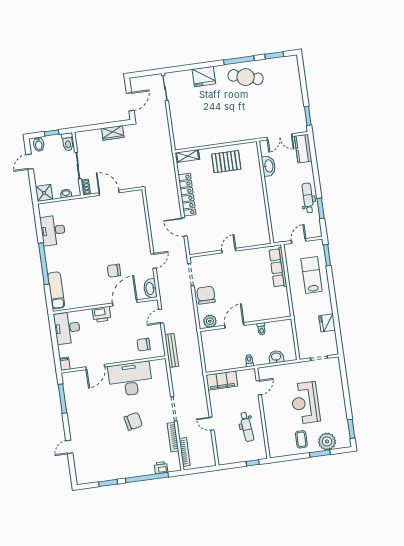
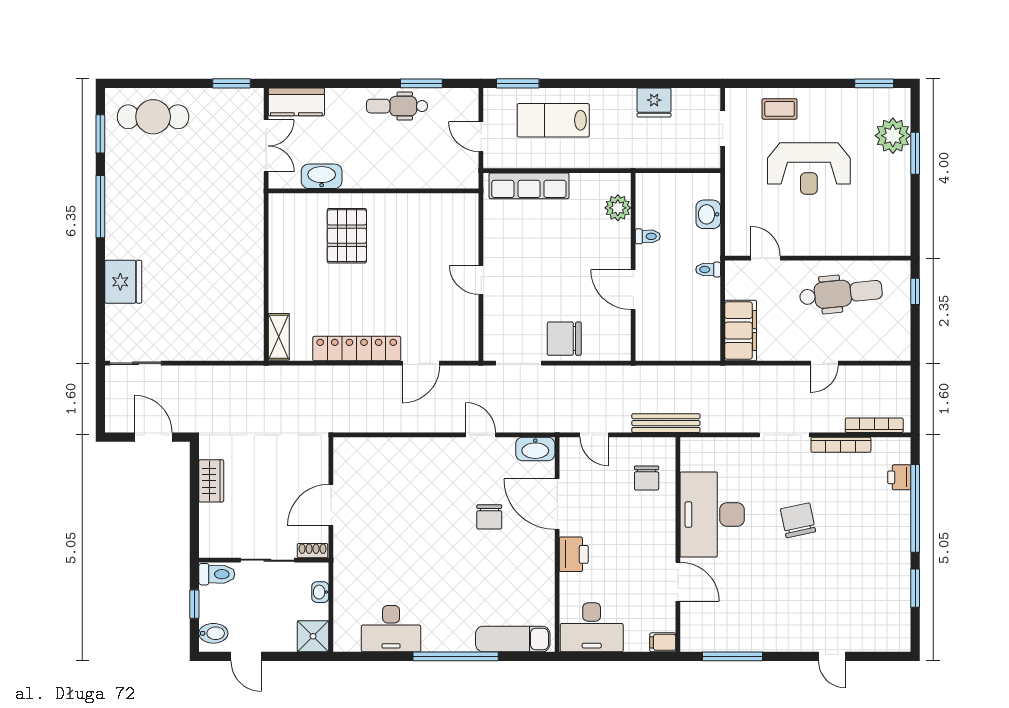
cafe table: (246, 77) -> (153, 117), moved, turned 74
pallet: (226, 162) -> (347, 236), moved
plant: (210, 321) -> (618, 208), moved
dental chair: (247, 427) -> (841, 293), width x1.36, depth x1.38
coffee table: (301, 439) -> (780, 109), moved

